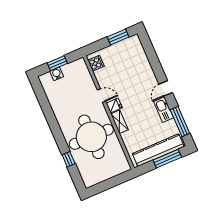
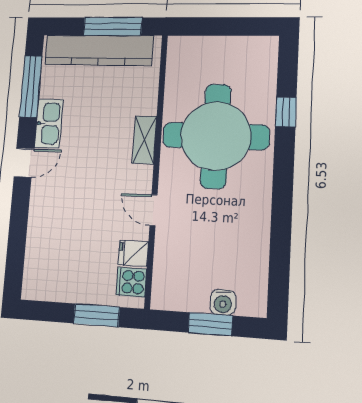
window: (118, 37) -> (96, 315), moved
fridge: (114, 105) -> (133, 253), moved
window: (167, 159) -> (113, 26), moved

